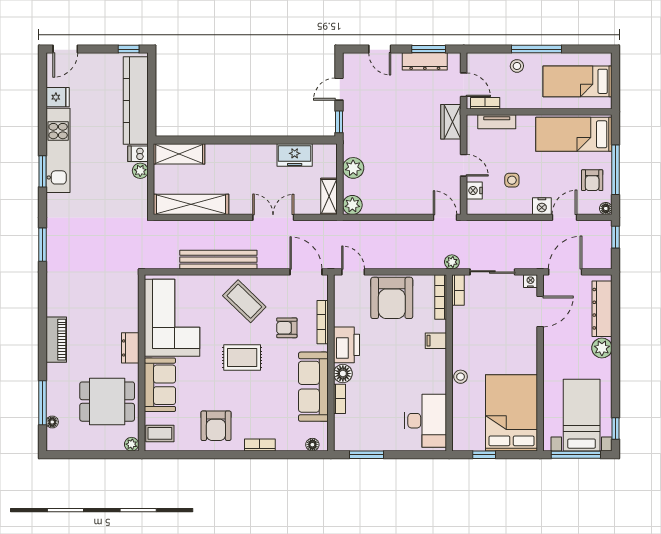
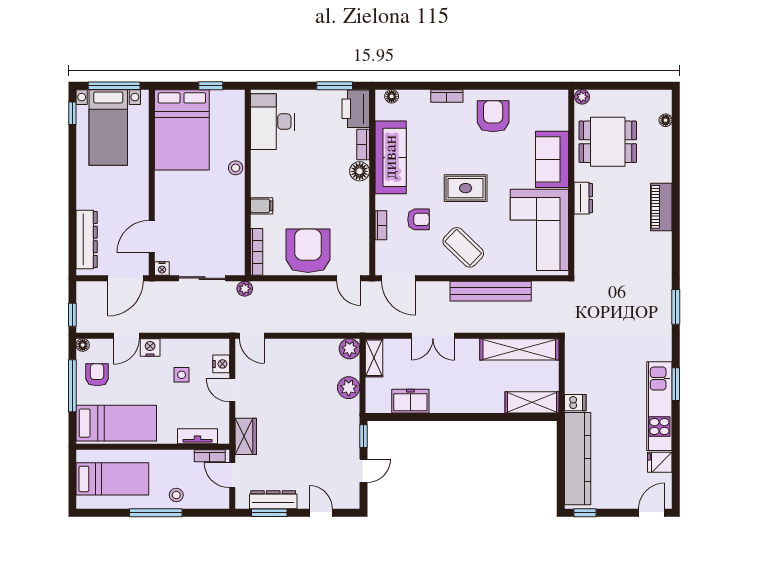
plant: (140, 171) -> (573, 385), removed
bookcase: (458, 290) -> (238, 259), removed
bookcase: (323, 322) -> (381, 225), width x0.64
printer: (346, 345) -> (356, 109), moved
plant: (602, 348) -> (87, 198), removed
window: (42, 403) -> (676, 141), removed
coffee table: (160, 433) -> (552, 108), removed

